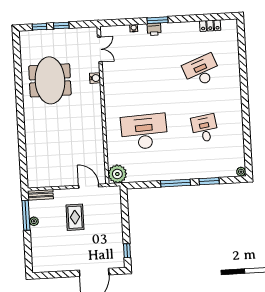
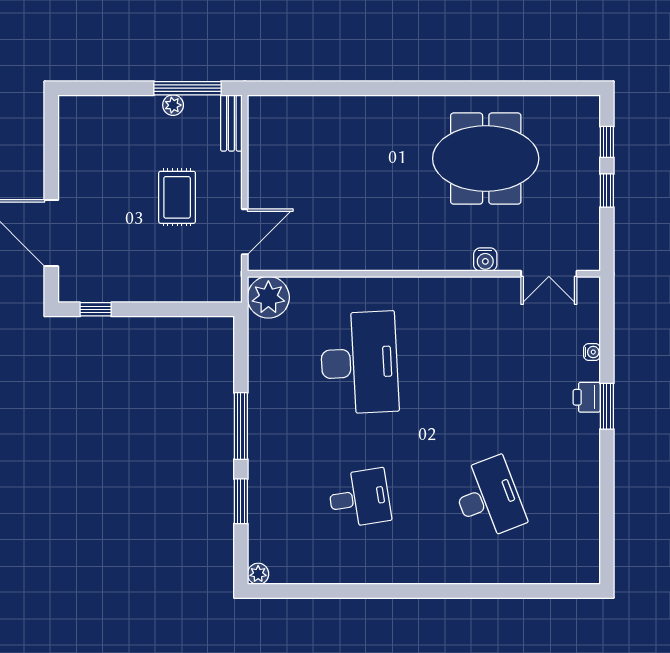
locker: (210, 26) -> (588, 523), removed
rug: (75, 217) -> (177, 197), turned 90

